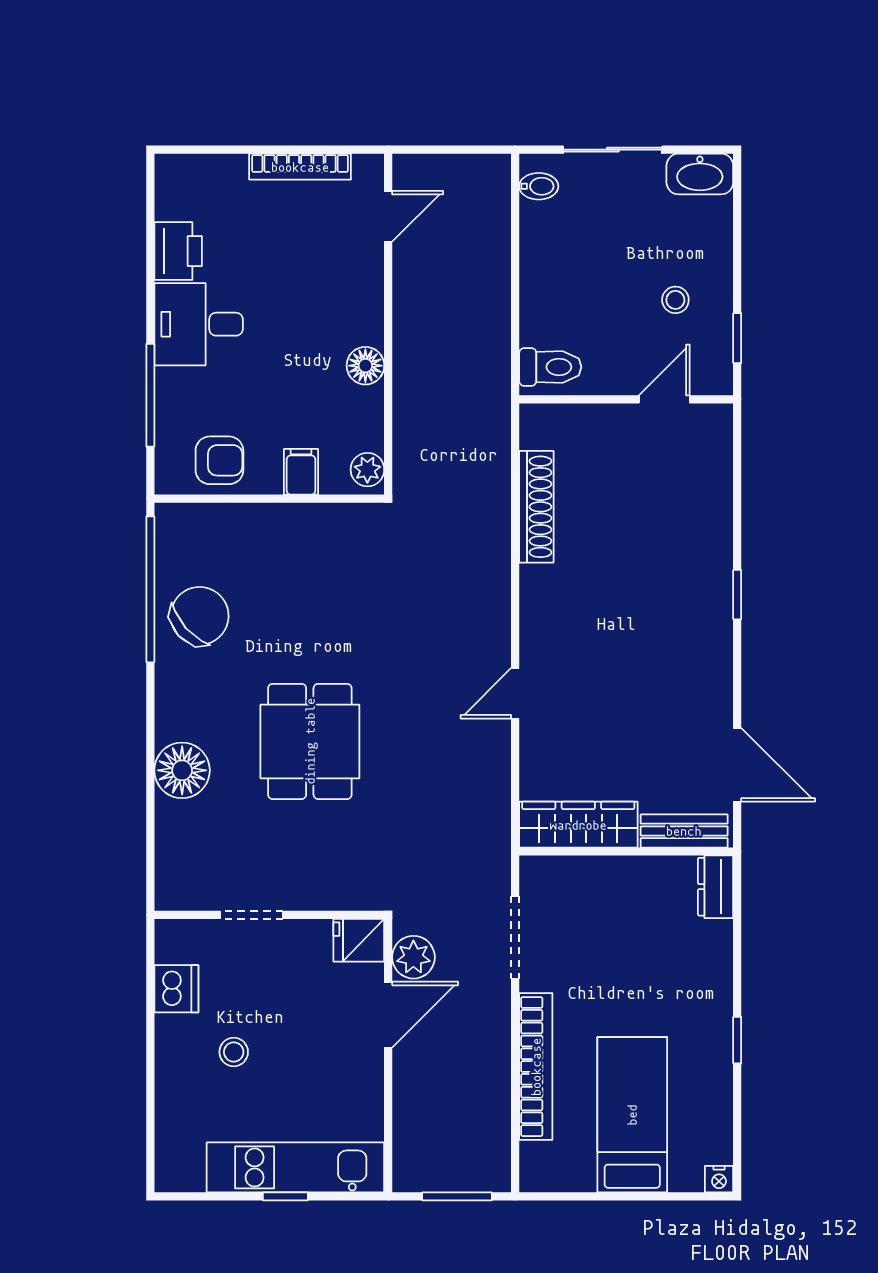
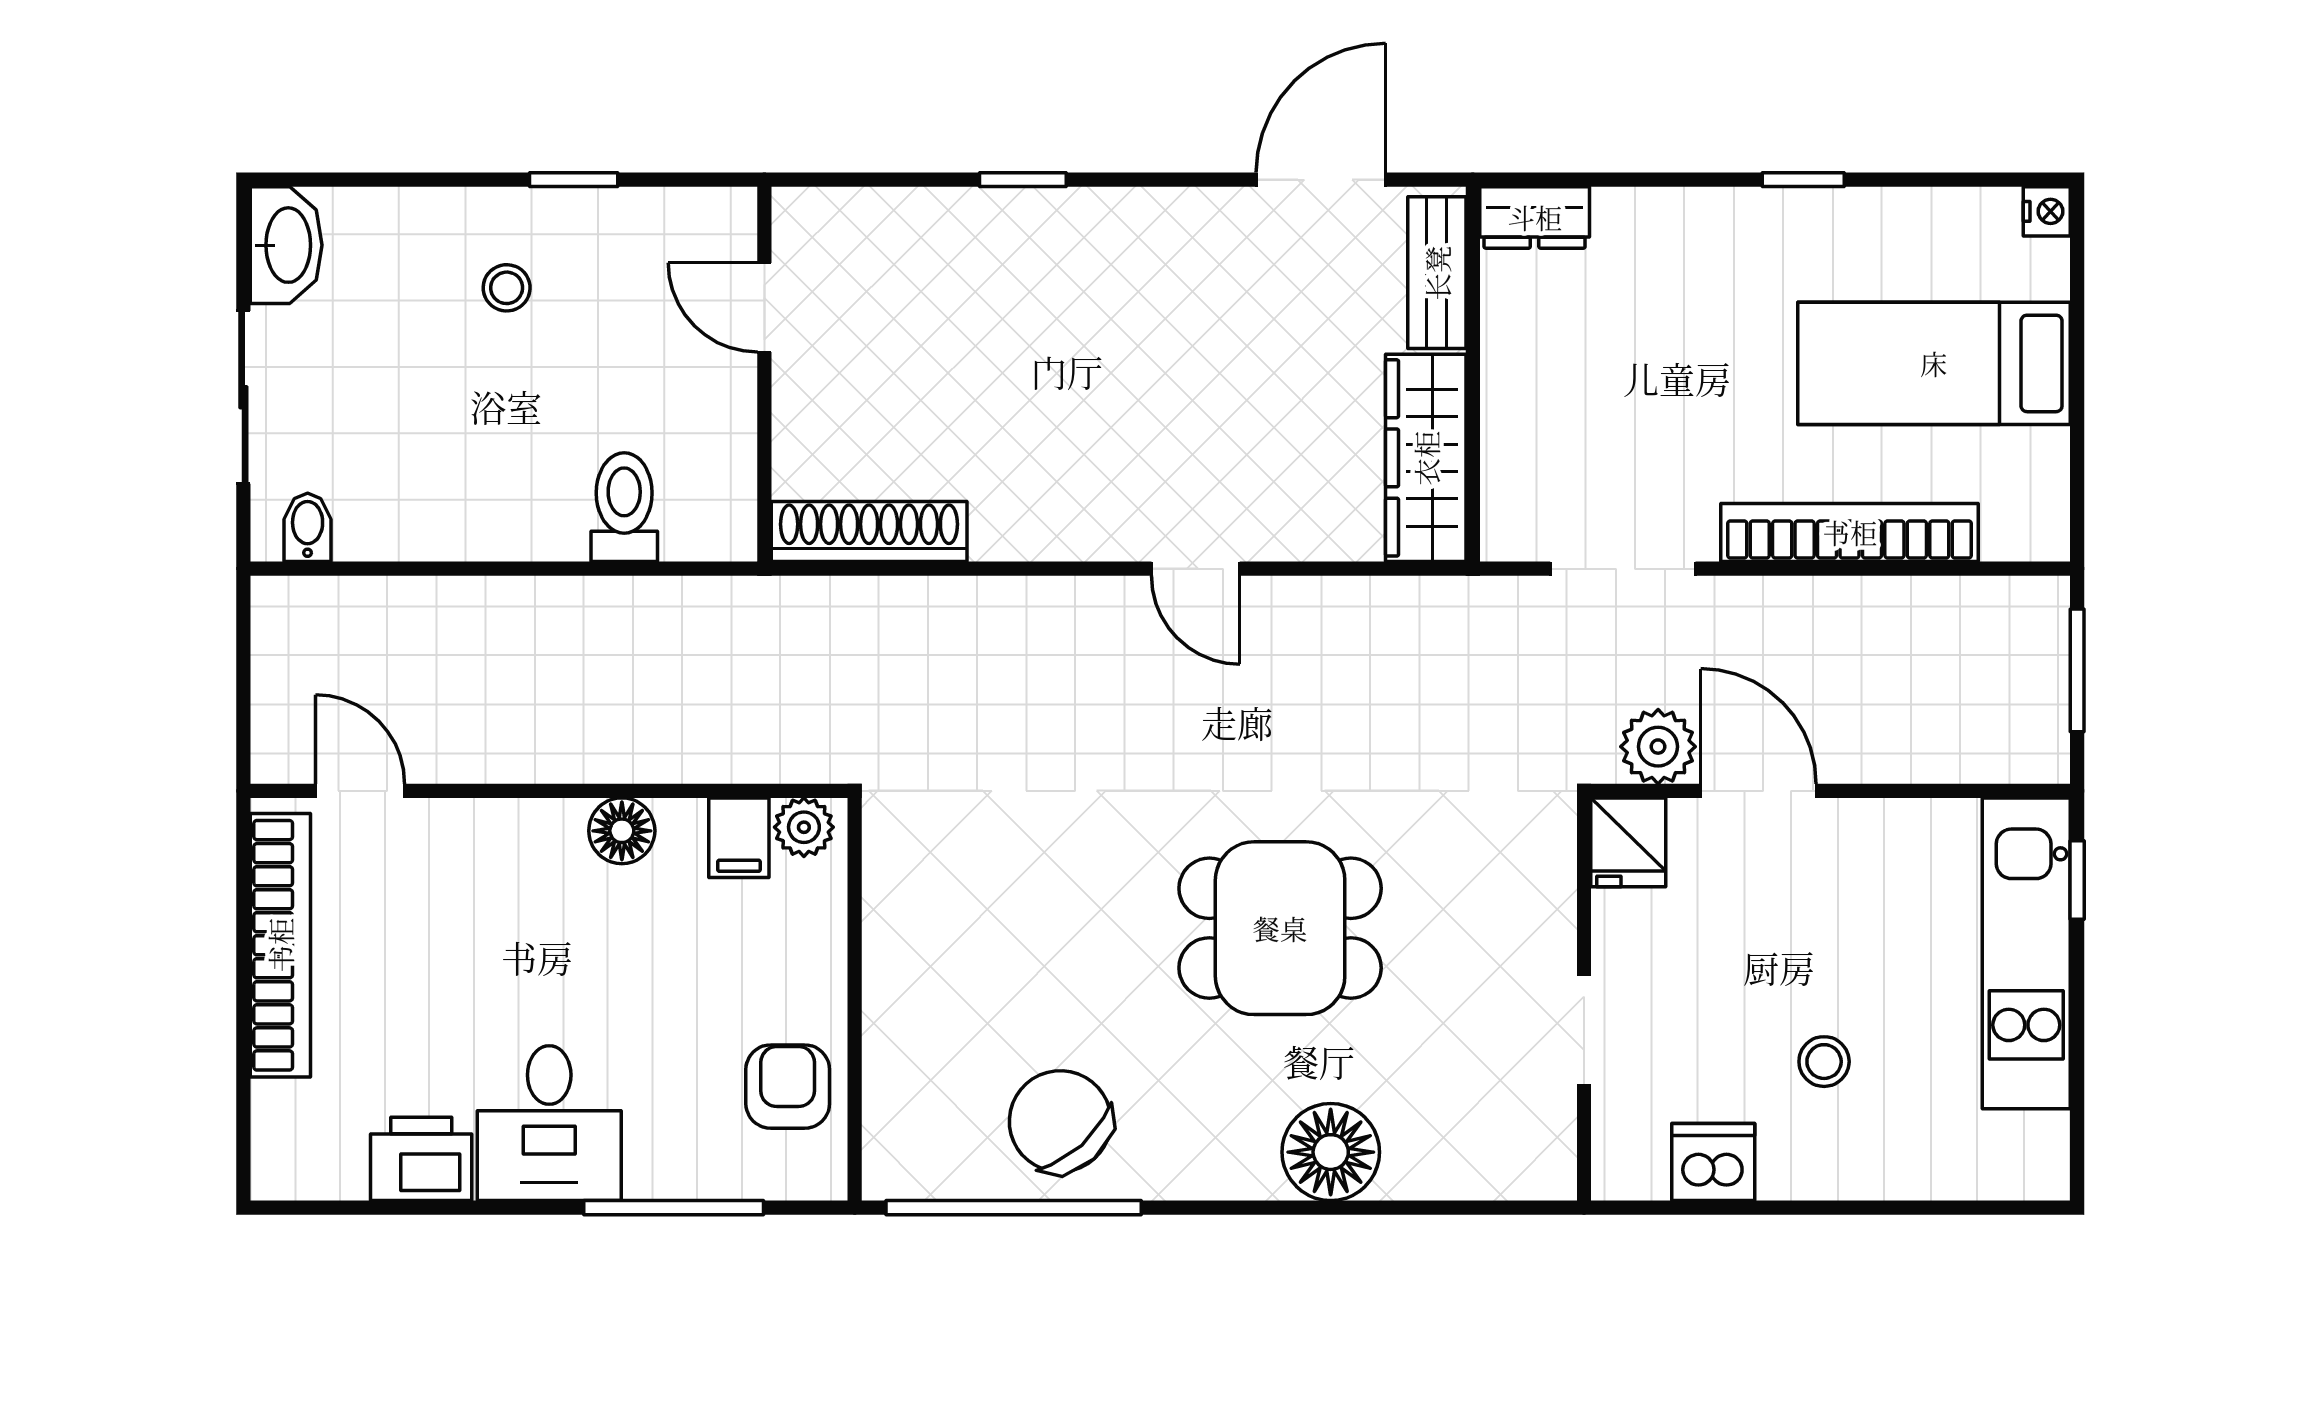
bookcase: (300, 167) -> (280, 945), width x1.48, depth x1.31
wall: (626, 399) -> (764, 374), moved
door: (664, 399) -> (764, 307), moved
filing cabinet: (301, 472) -> (739, 838), moved, turned -90
window: (285, 1196) -> (2077, 880), moved

